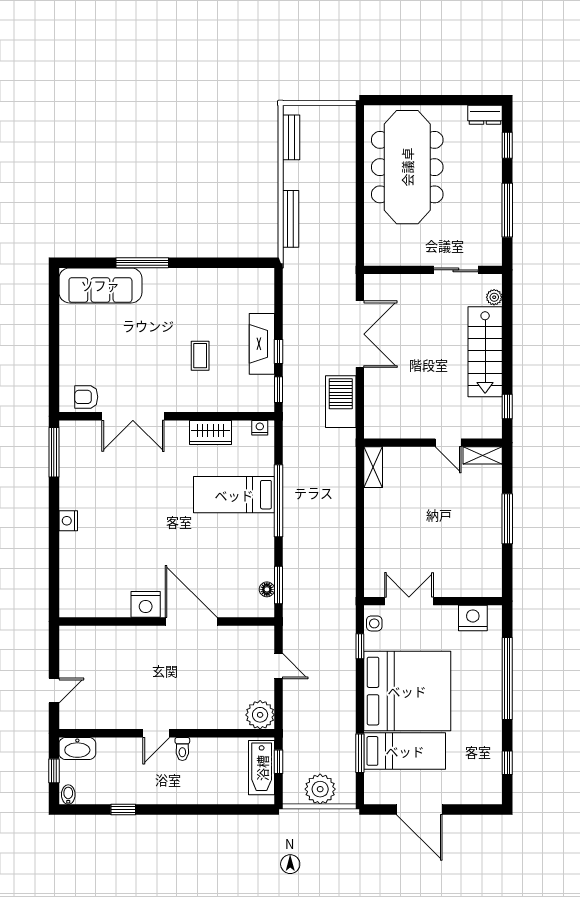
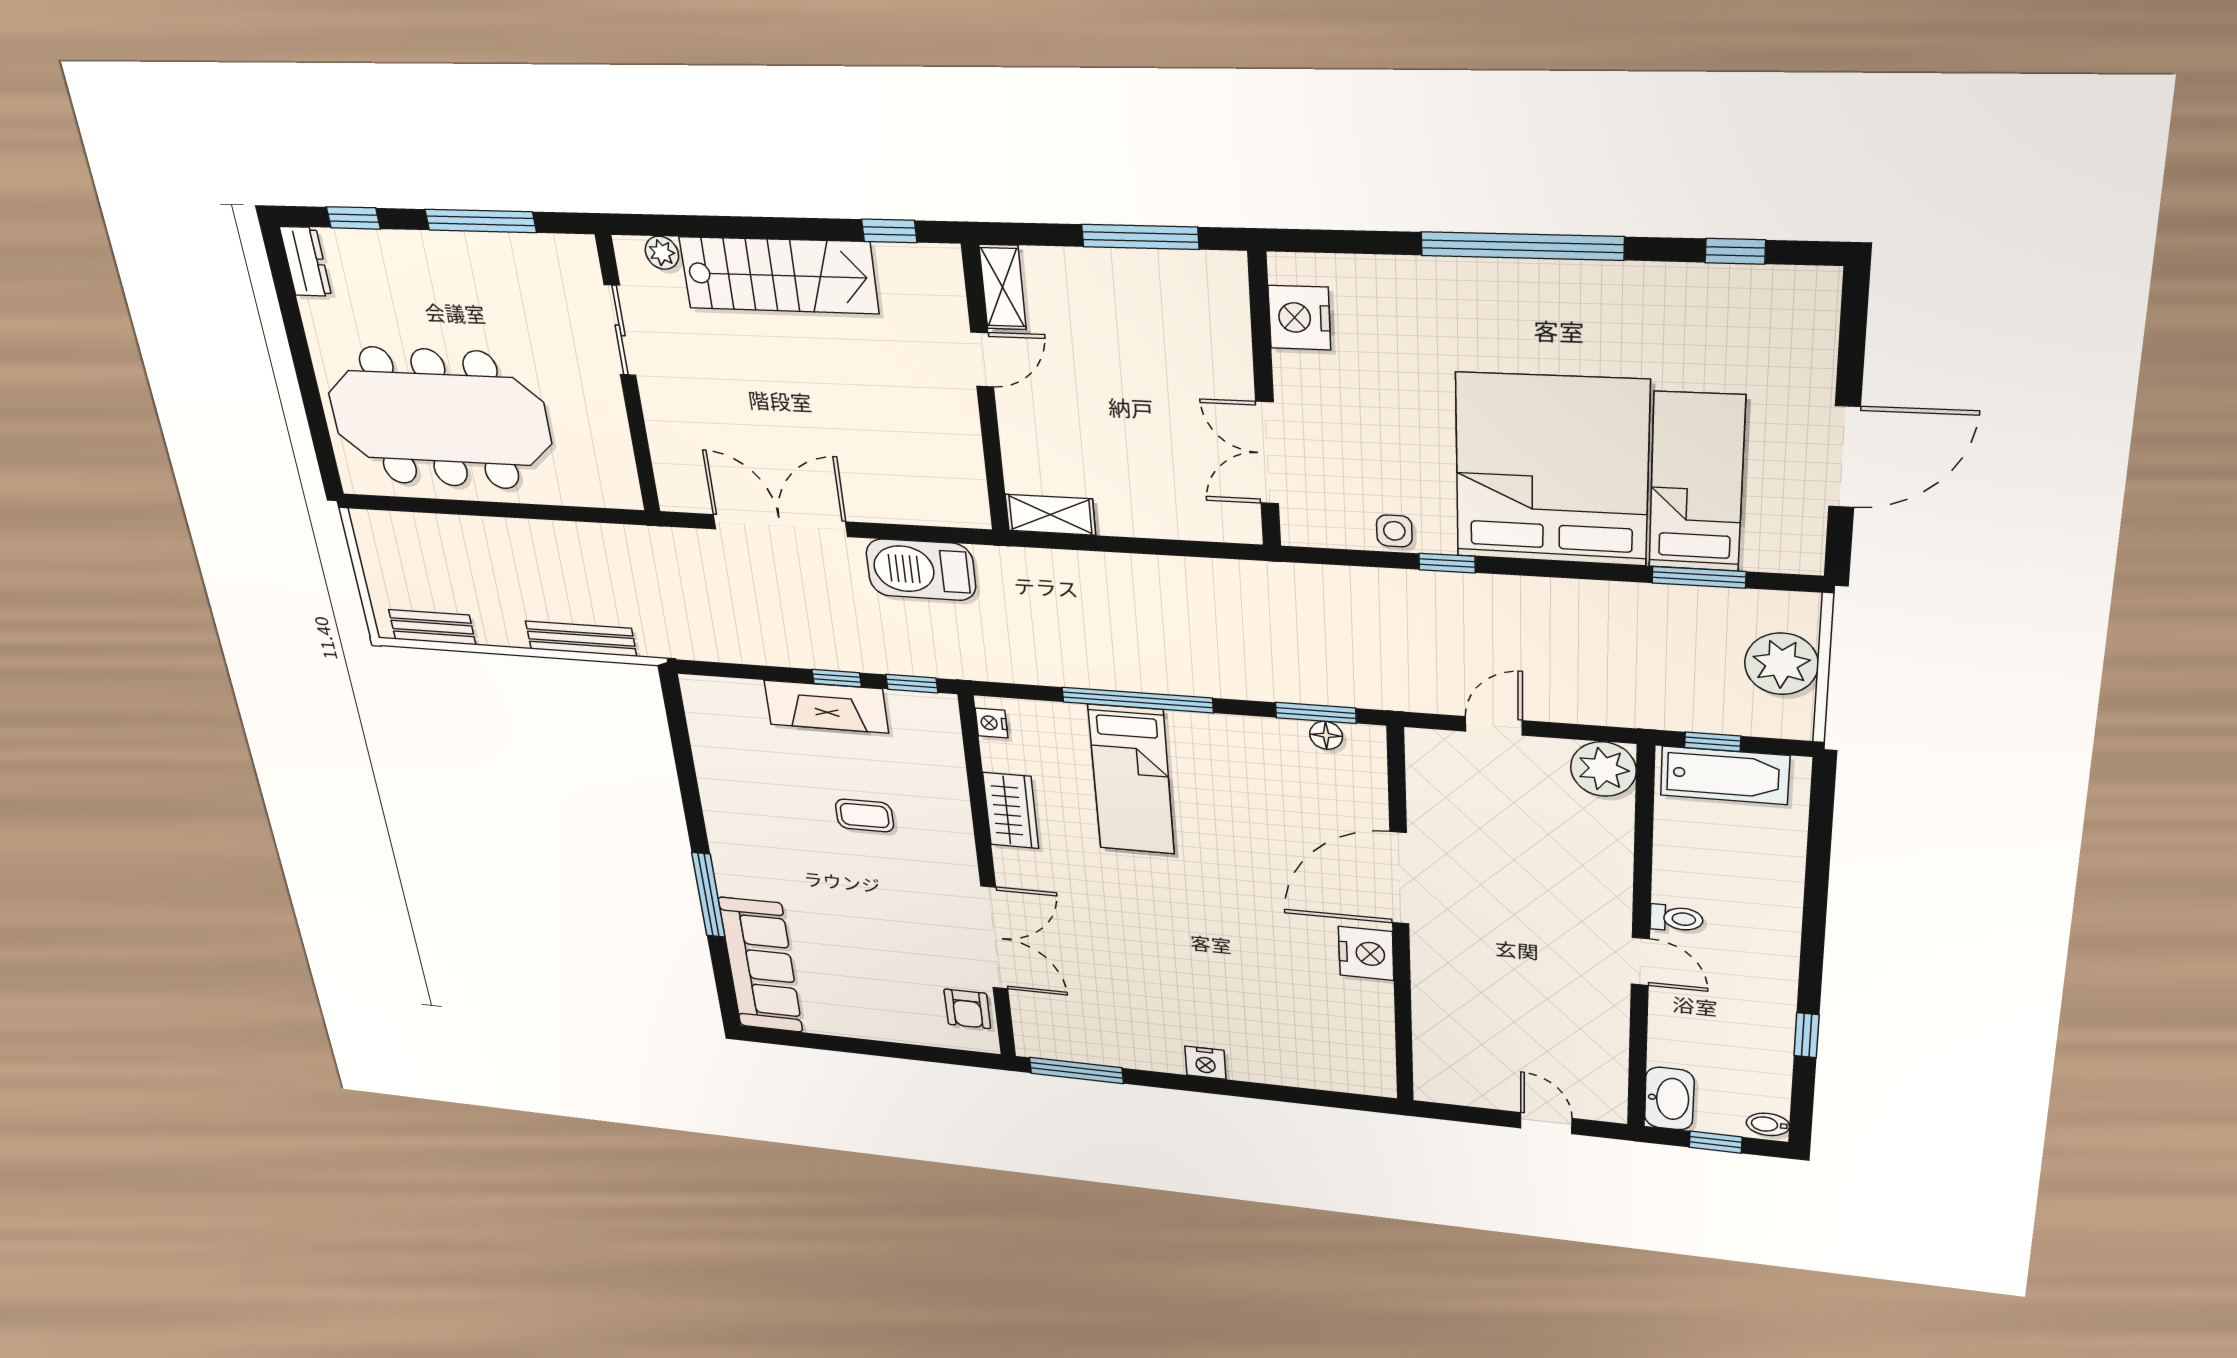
double door: (409, 601) -> (1267, 453), moved
wall: (433, 601) -> (1265, 402), moved
nightstand: (473, 618) -> (1299, 318), moved

